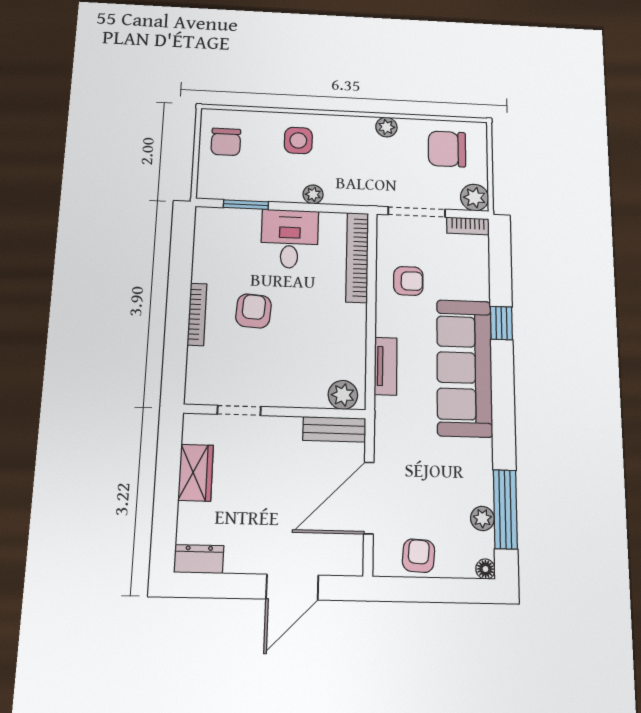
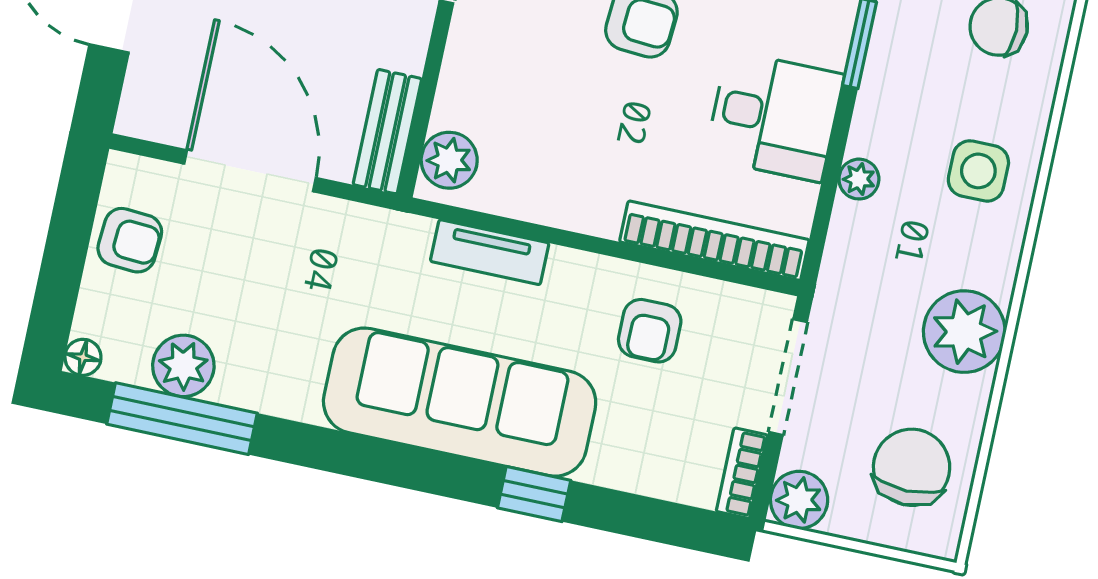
plant: (386, 127) -> (964, 332), width x1.88, depth x1.88
plant: (482, 518) -> (183, 366), width x1.38, depth x1.38

